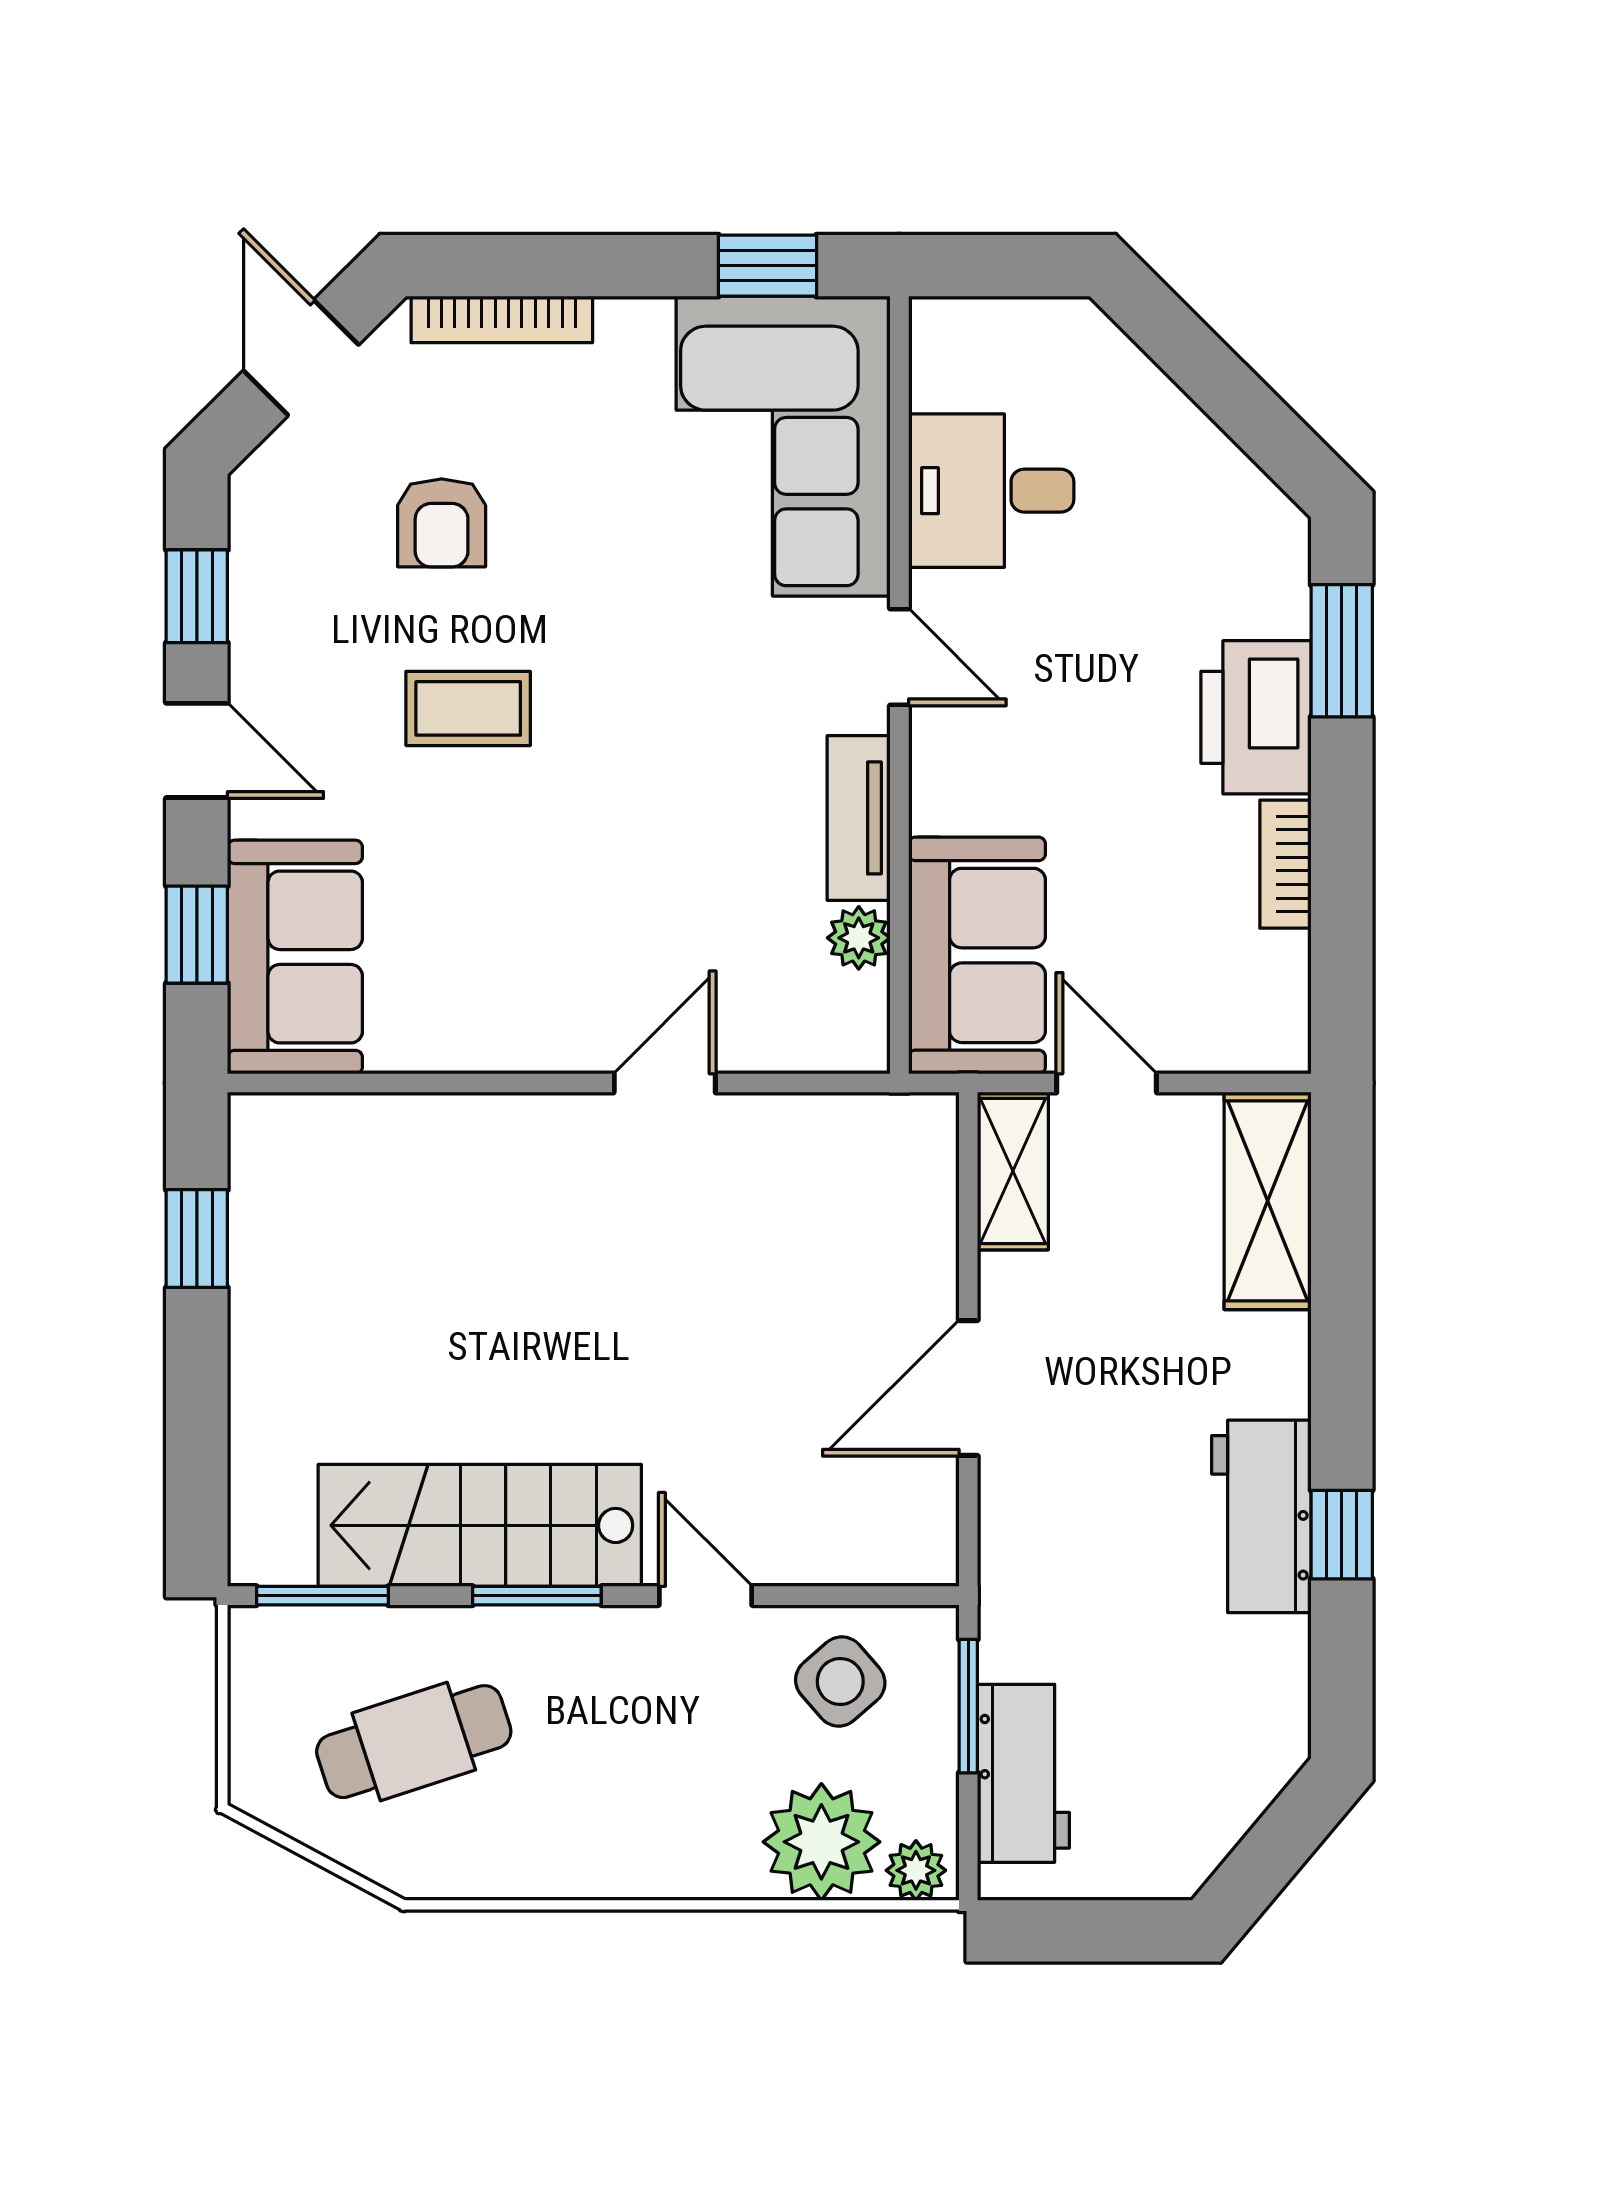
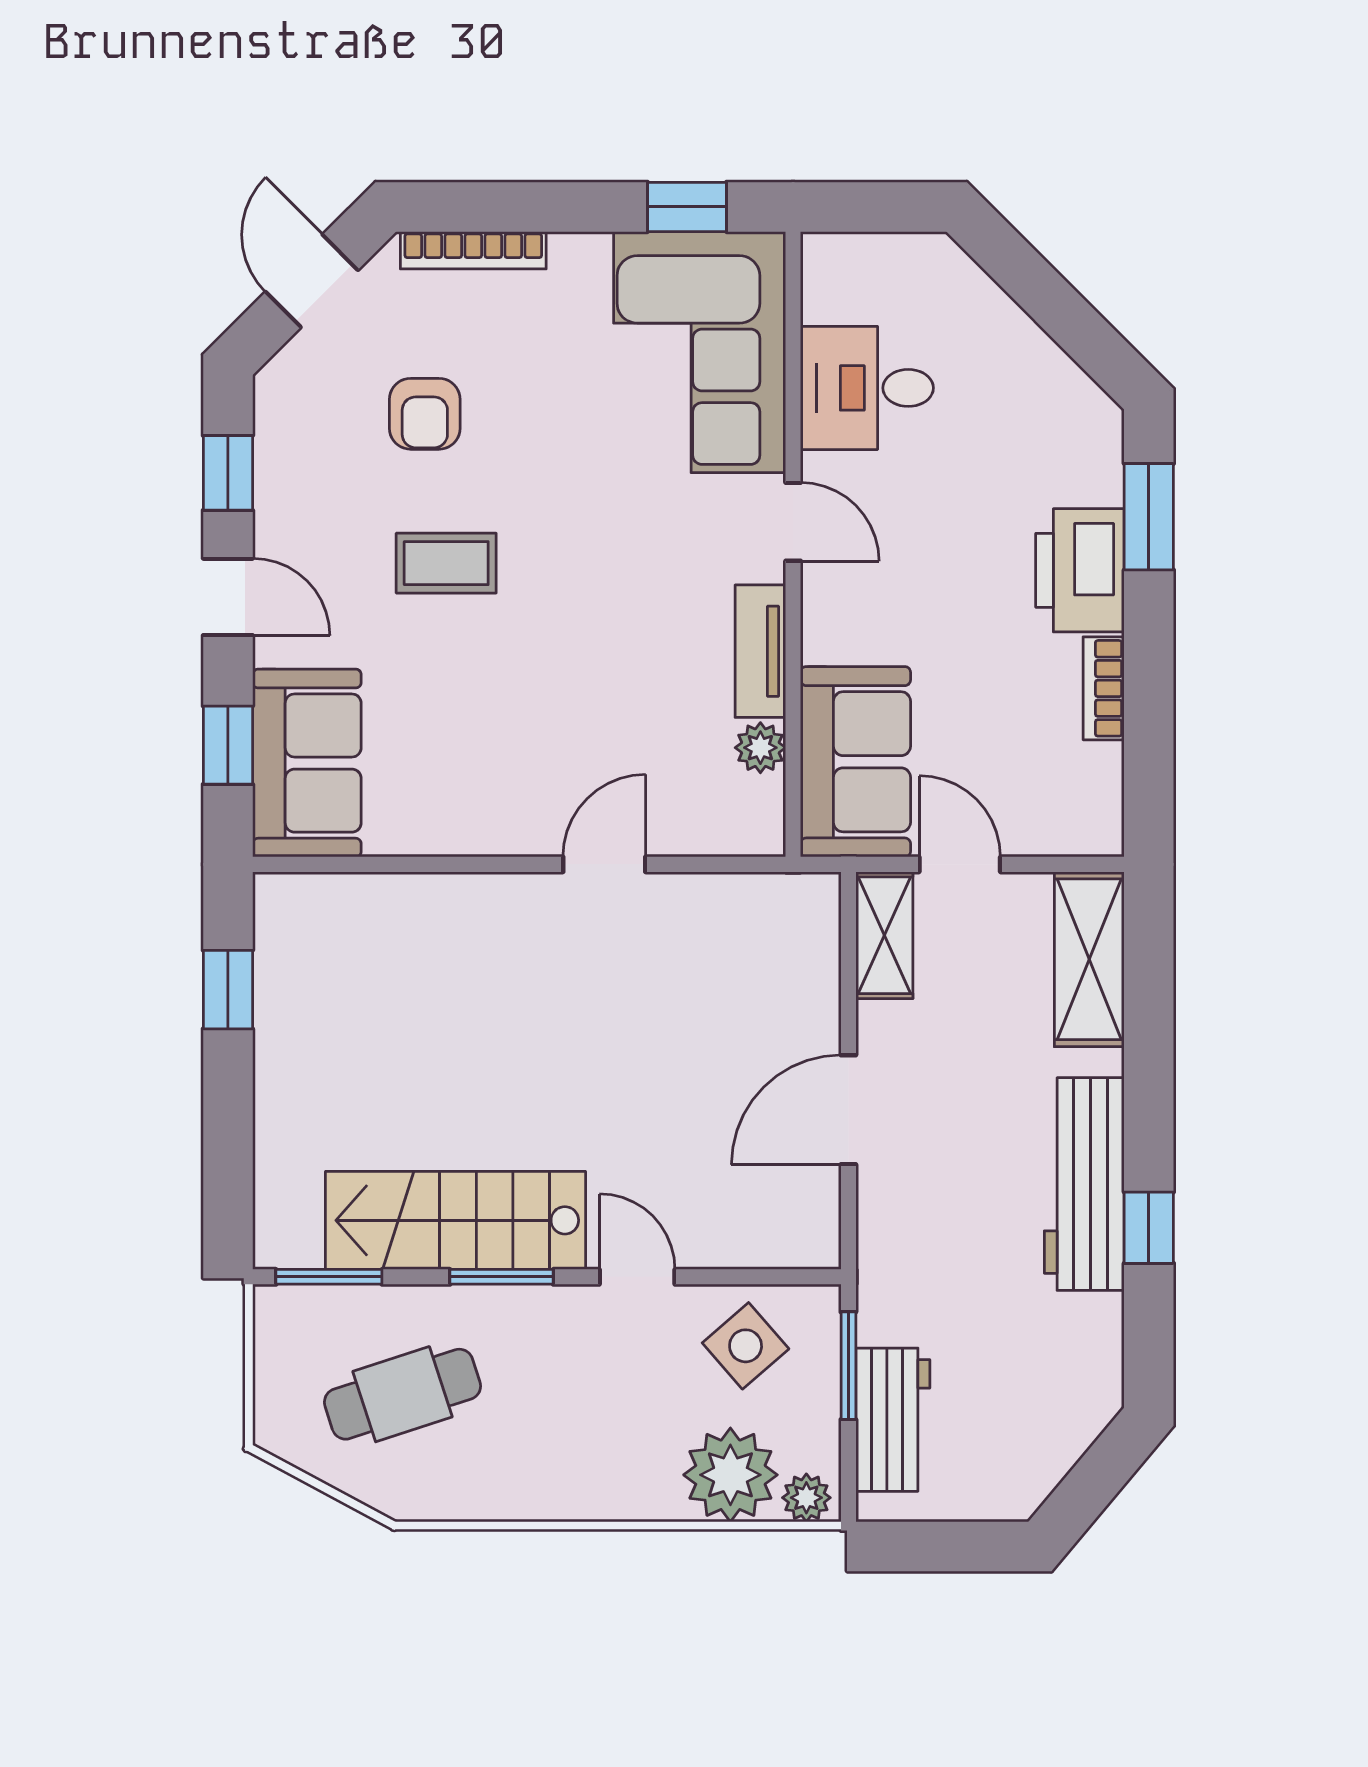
workbench: (1261, 1516) -> (1084, 1184), width x1.38

